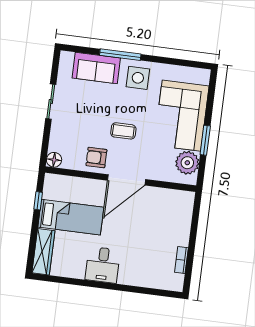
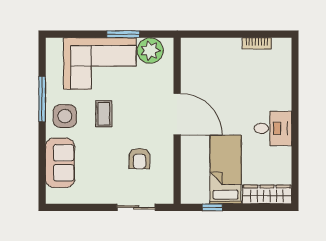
window: (120, 55) -> (42, 99), moved
sliding door: (51, 102) -> (136, 207), moved
coffee table: (123, 131) -> (104, 114), moved
armchair: (96, 158) -> (139, 159), moved
floor lamp: (54, 160) -> (166, 196), removed

